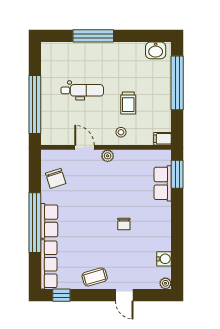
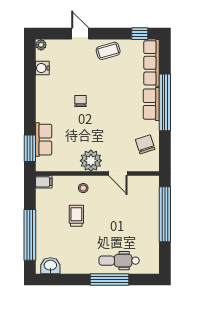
dental chair: (82, 90) -> (119, 261), moved
plant: (108, 156) -> (91, 161), width x1.88, depth x1.88

